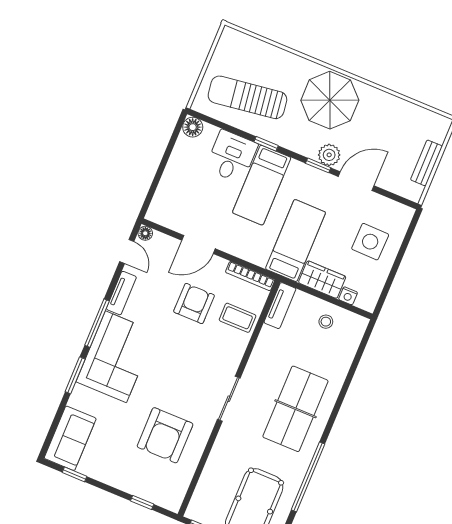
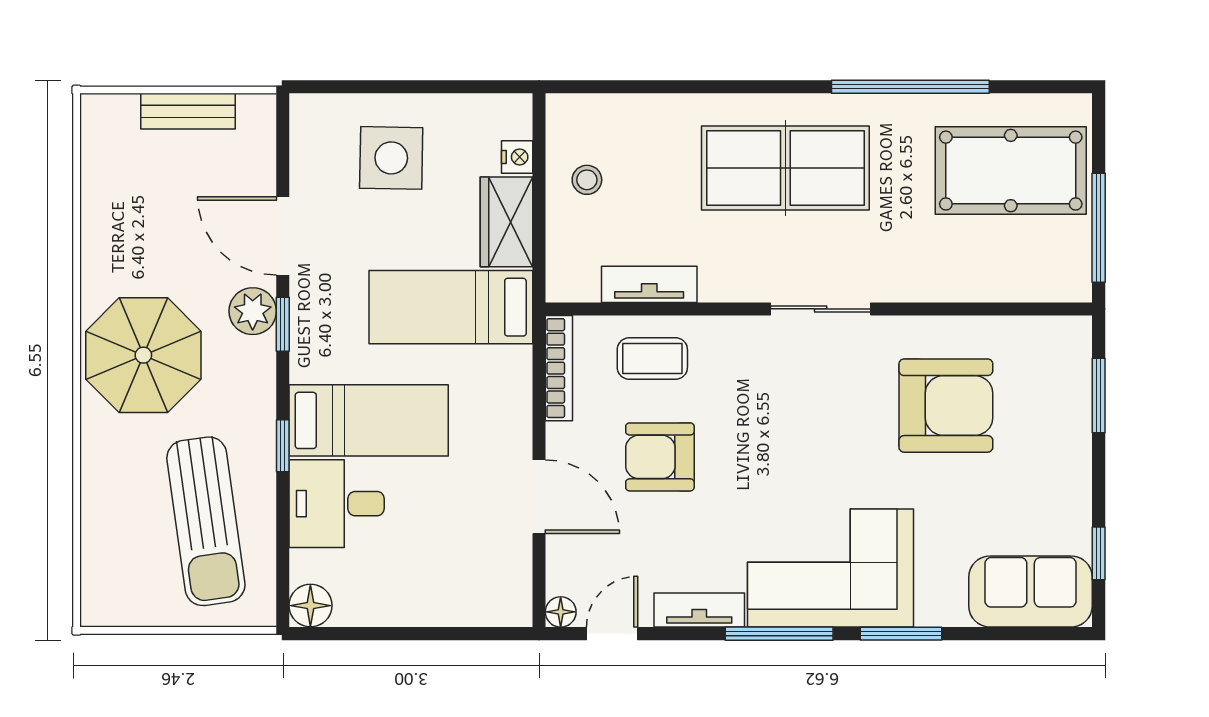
tv unit: (280, 306) -> (649, 284), moved
coffee table: (238, 318) -> (652, 359), turned 90
window: (142, 503) -> (1099, 395), width x1.50

